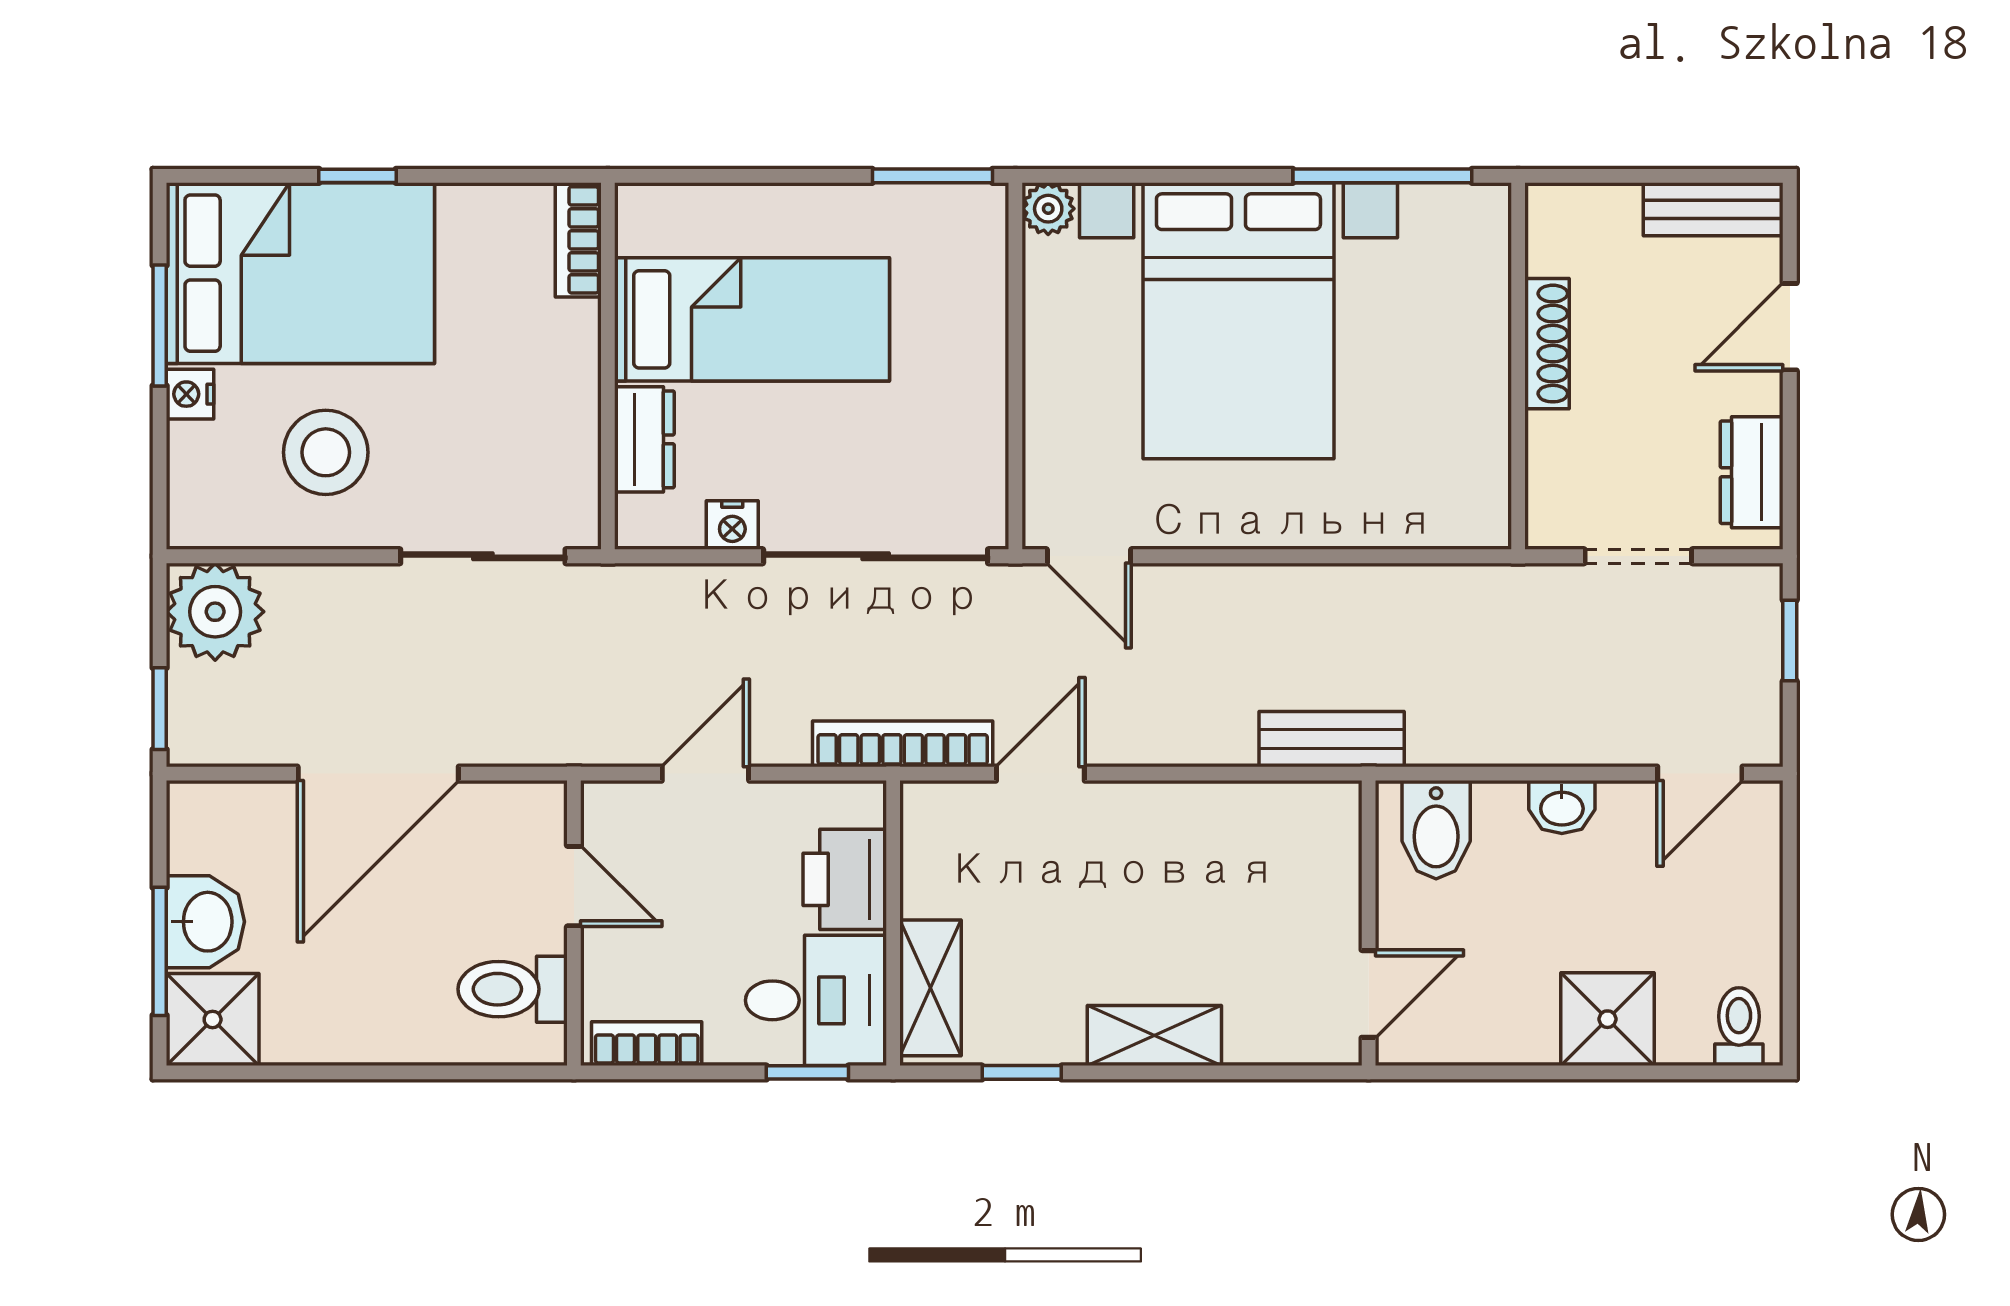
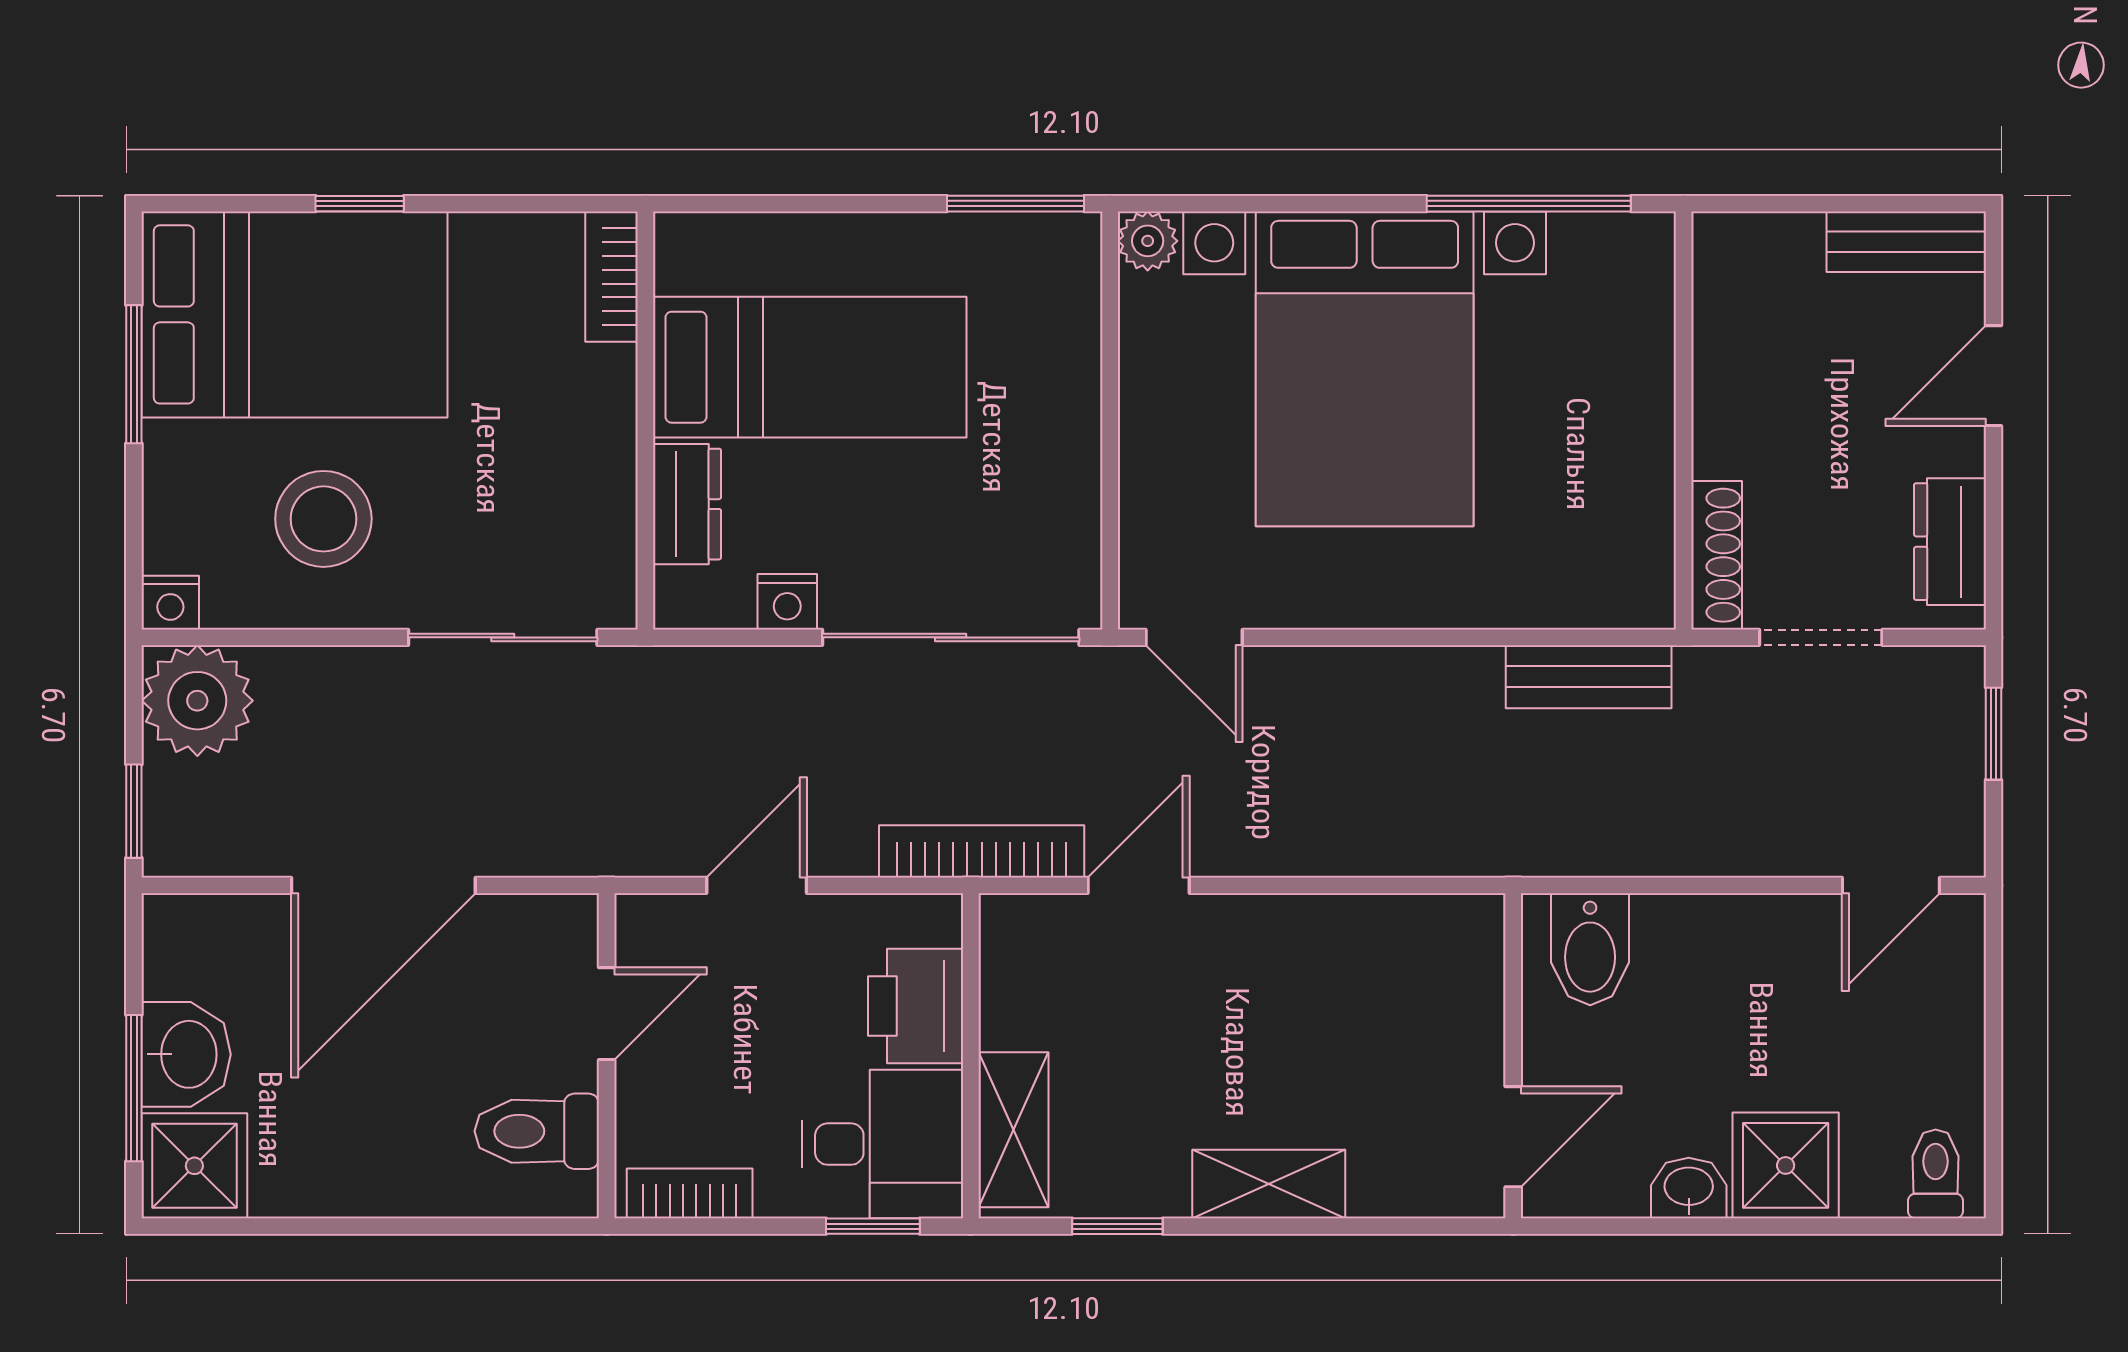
shoe rack: (1547, 344) -> (1717, 555), moved
nightstand: (190, 394) -> (170, 603), moved, turned -90
bench: (1332, 739) -> (1589, 677), moved
washbasin: (1562, 807) -> (1689, 1188), moved, turned 180
door: (574, 886) -> (607, 1014), hinge flipped

